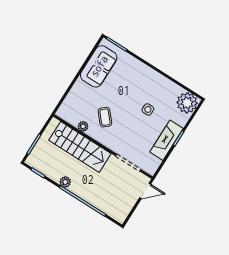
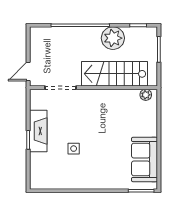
plant: (187, 103) -> (41, 178), removed
coffee table: (105, 117) -> (109, 116), removed
plant: (83, 126) -> (146, 95), moved
plant: (65, 182) -> (113, 38), width x1.87, depth x1.87

